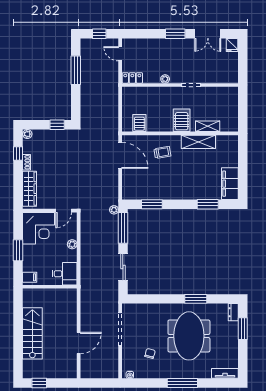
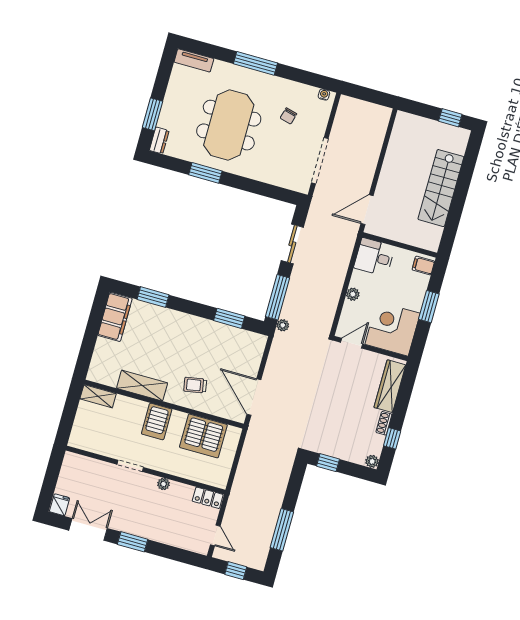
server rack: (139, 123) -> (203, 436), width x2.18, depth x1.44
shelving: (208, 126) -> (98, 396), moved
door: (79, 343) -> (367, 210), moved

